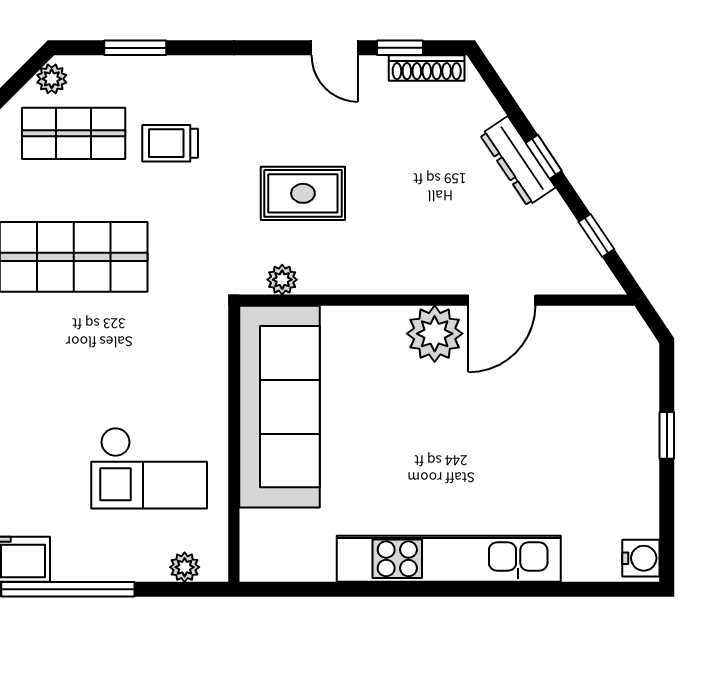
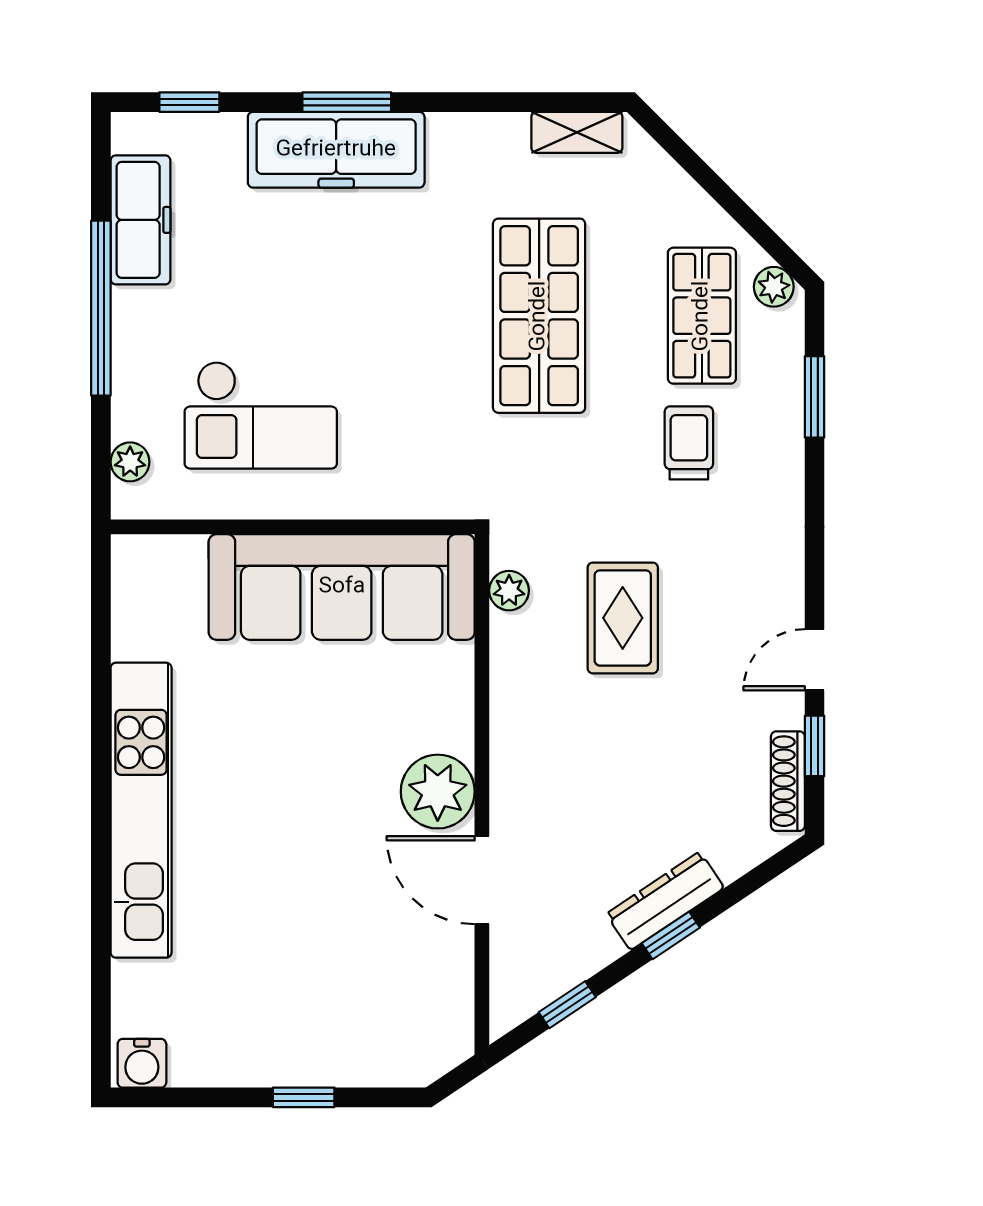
checkout: (149, 468) -> (261, 415), turned -90

